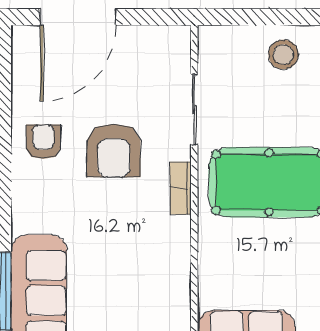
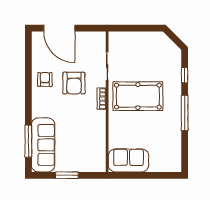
door: (78, 17) -> (59, 28), hinge flipped
stool: (283, 54) -> (144, 44), removed

